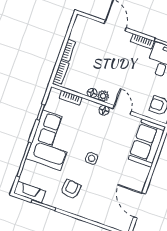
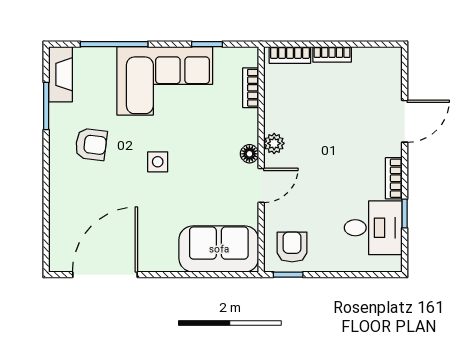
floor lamp: (92, 93) -> (272, 122), removed
door: (140, 205) -> (105, 275), width x1.36

